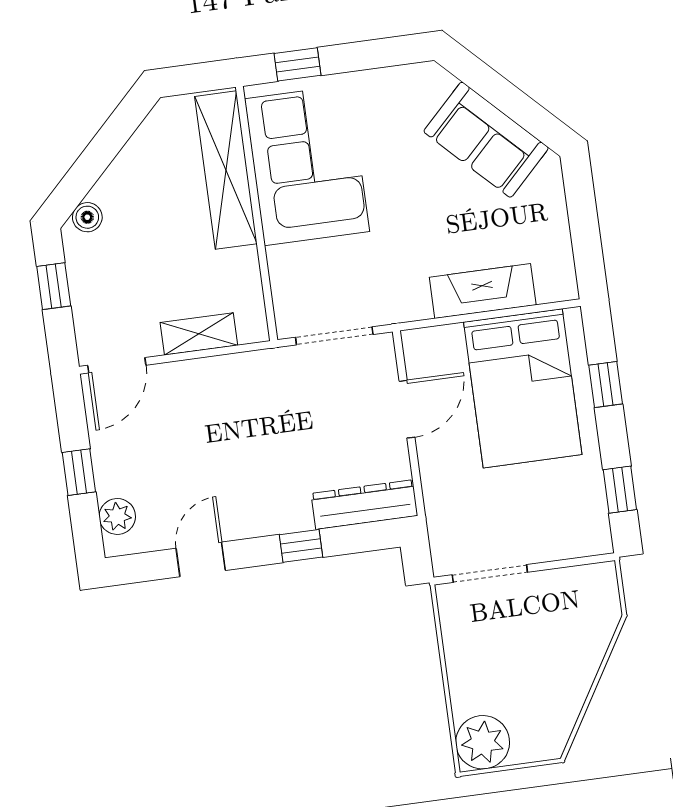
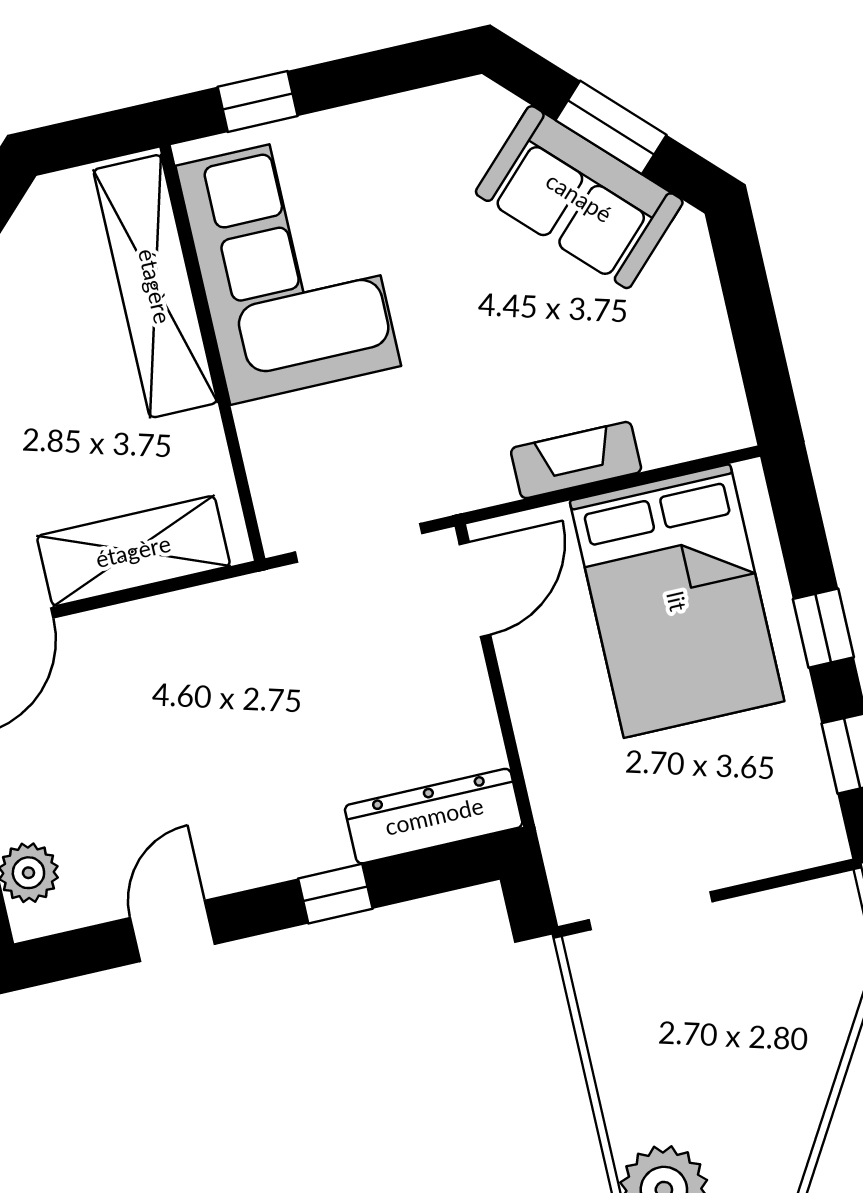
window: (509, 99) -> (611, 127), added
fireplace: (483, 291) -> (576, 460), width x0.73, depth x0.76
shelving: (199, 334) -> (133, 551), width x1.50, depth x1.33
window: (606, 384) -> (823, 628), moved
door: (407, 409) -> (475, 589), moved

